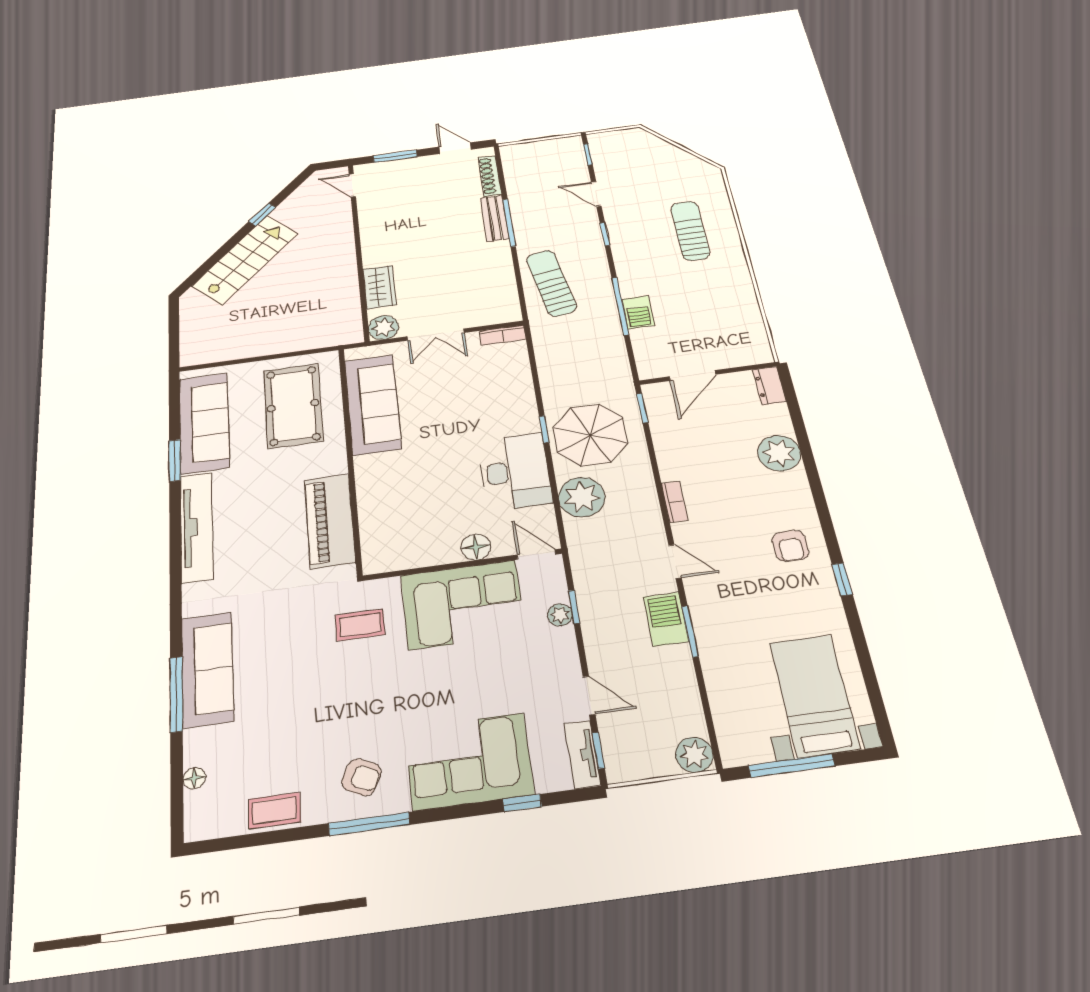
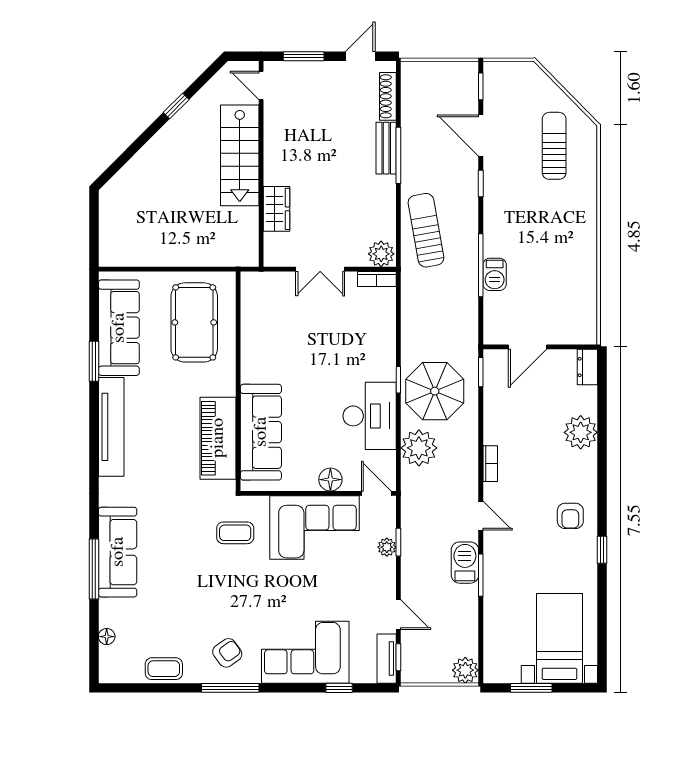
door: (455, 148) -> (360, 56), hinge flipped
door: (596, 194) -> (481, 135), width x1.38
sun lounger: (690, 231) -> (554, 146), moved
stairs: (245, 260) -> (240, 155), moved, turned 135
plant: (383, 328) -> (381, 254), moved
sofa: (373, 404) -> (261, 432), moved
window: (792, 766) -> (531, 688), width x0.69
armchair: (361, 777) -> (227, 653), turned -63

